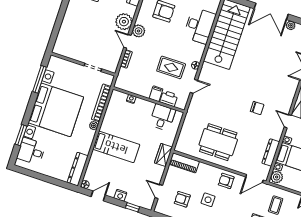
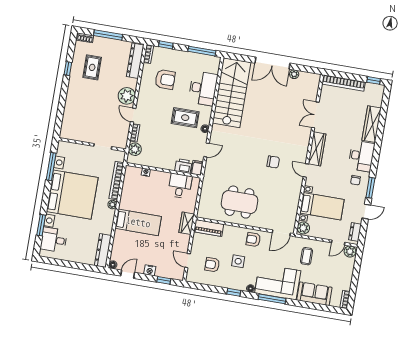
plant: (139, 31) -> (135, 149), moved
rug: (171, 67) -> (185, 118), moved
filing cabinet: (156, 94) -> (197, 168), moved
dresser: (271, 152) -> (294, 204), removed

